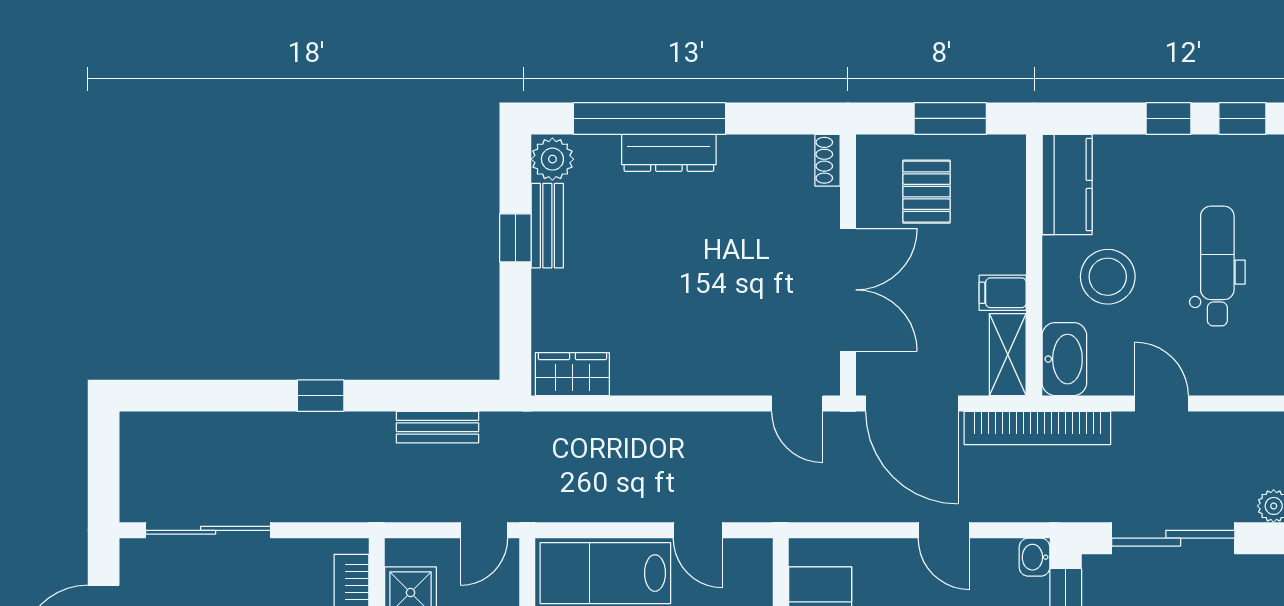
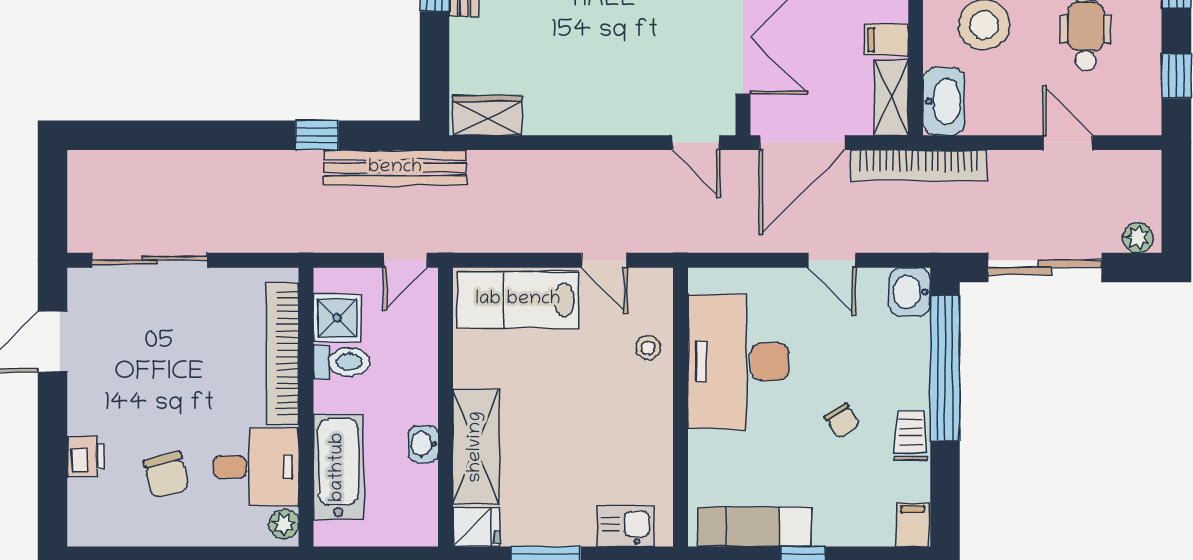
window: (321, 396) -> (317, 135), moved
door: (912, 404) -> (802, 143), hinge flipped
door: (1161, 404) -> (1068, 143), moved
bench: (437, 427) -> (395, 168), width x1.86, depth x1.21
washbasin: (1035, 557) -> (910, 292), width x1.38, depth x1.45

